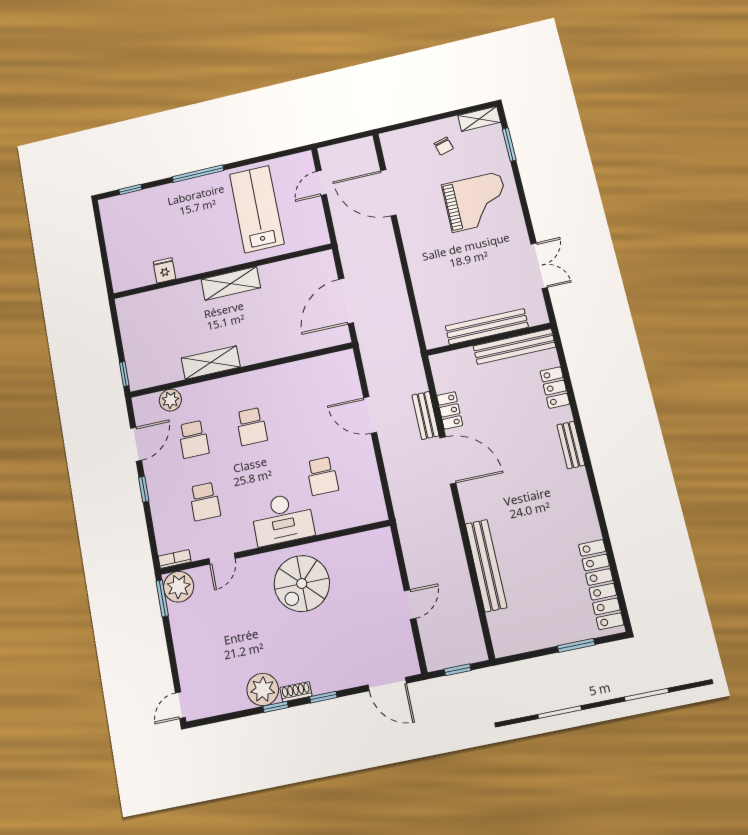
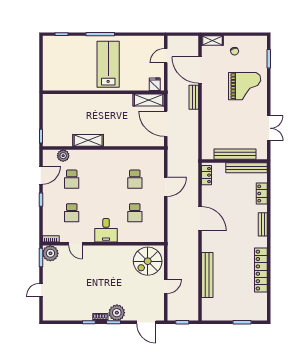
shelving: (479, 119) -> (212, 41), moved
lab bench: (257, 209) -> (108, 64), moved
fridge: (164, 270) -> (155, 84), moved
shelving: (231, 283) -> (149, 100), moved
door: (346, 301) -> (166, 124), hinge flipped
locker: (450, 410) -> (207, 175), moved
door: (370, 415) -> (166, 187), swing flipped
bench: (426, 415) -> (194, 97), moved
school desk: (251, 426) -> (135, 179), moved
desk: (282, 519) -> (106, 230), width x0.73
door: (222, 559) -> (75, 244), hinge flipped
spiral stairs: (302, 583) -> (148, 261), moved
locker: (601, 584) -> (261, 270), moved
plant: (263, 690) -> (117, 313), moved
door: (180, 705) -> (41, 290), moved

